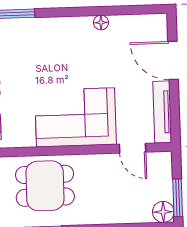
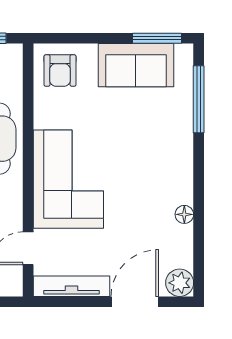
plant: (156, 24) -> (180, 283), added

